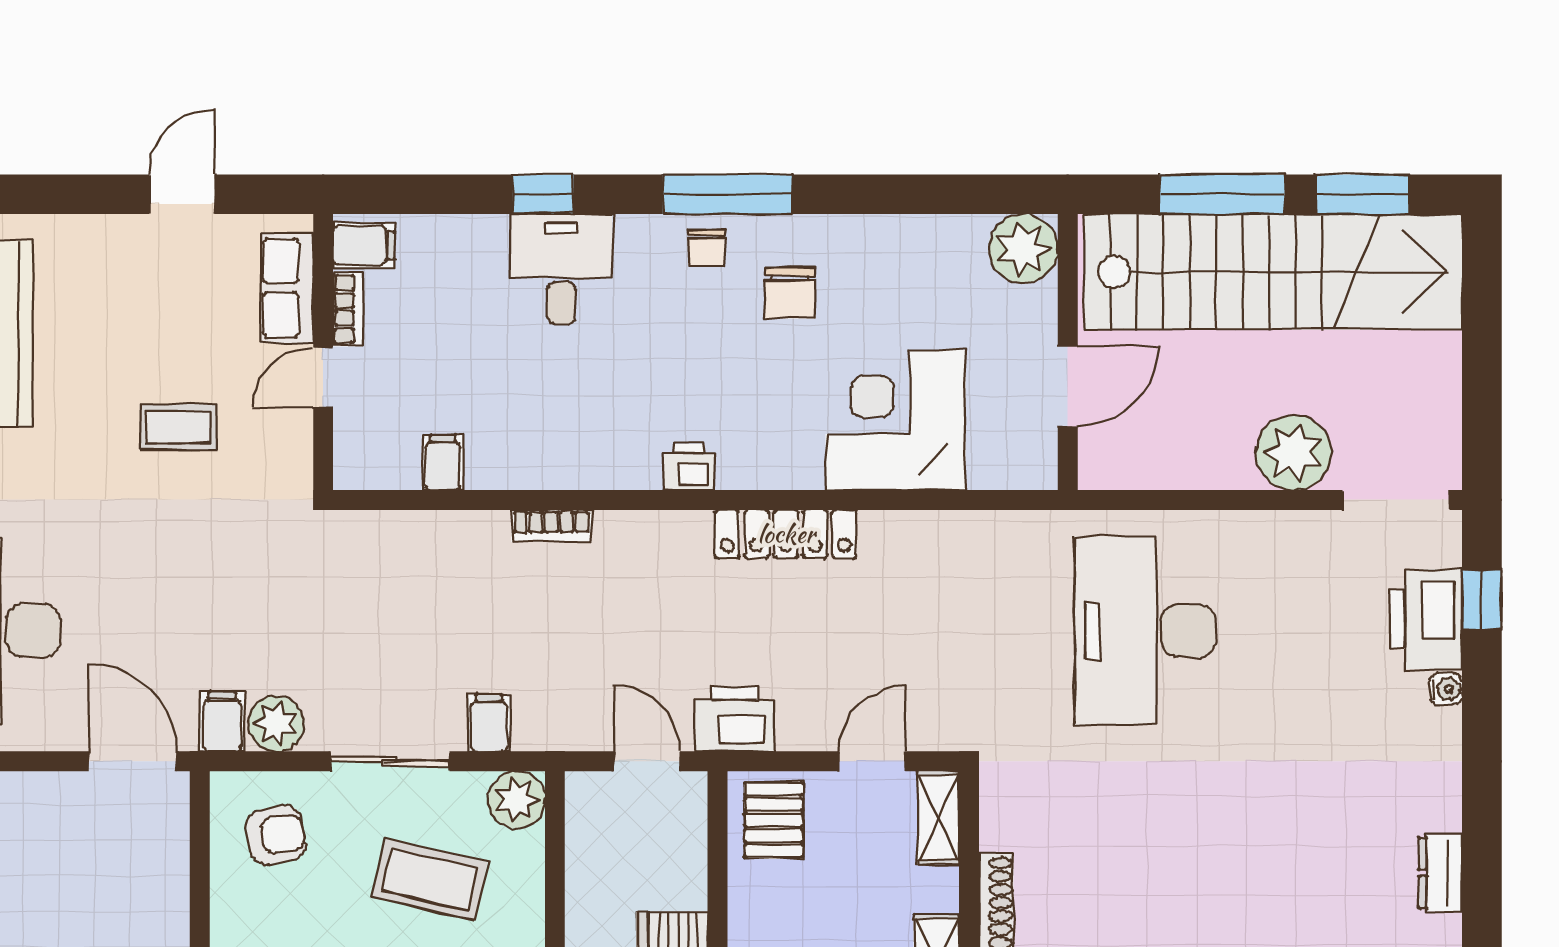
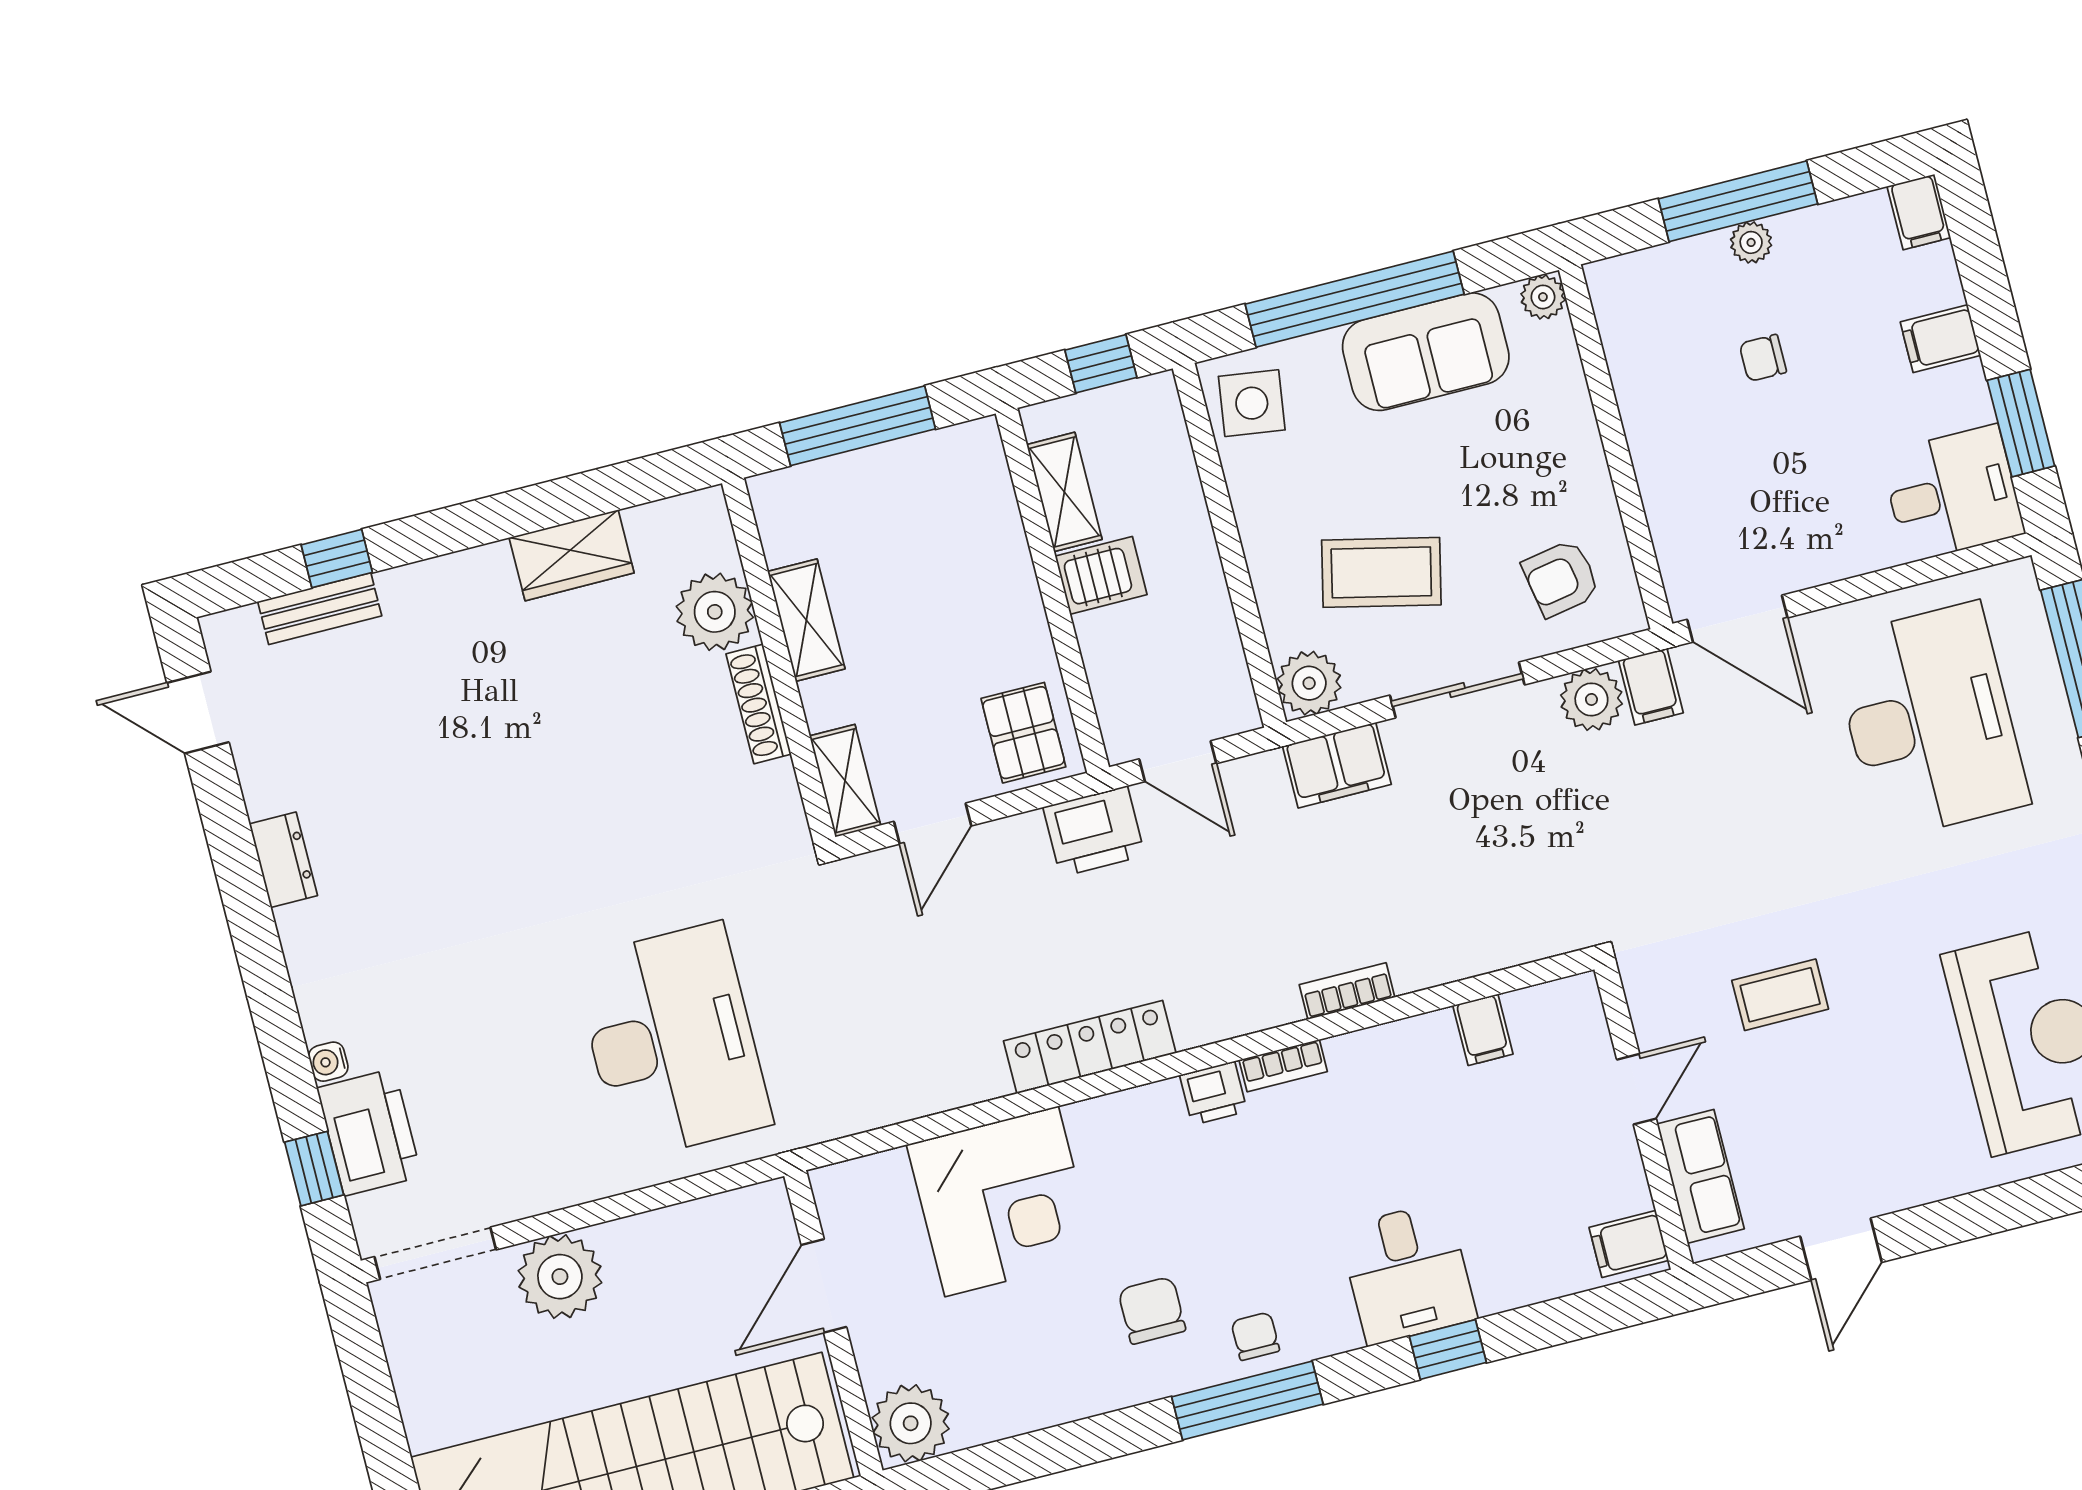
bookcase: (348, 309) -> (1283, 1066), moved, turned -90
filing cabinet: (489, 723) -> (1337, 765), width x2.00

